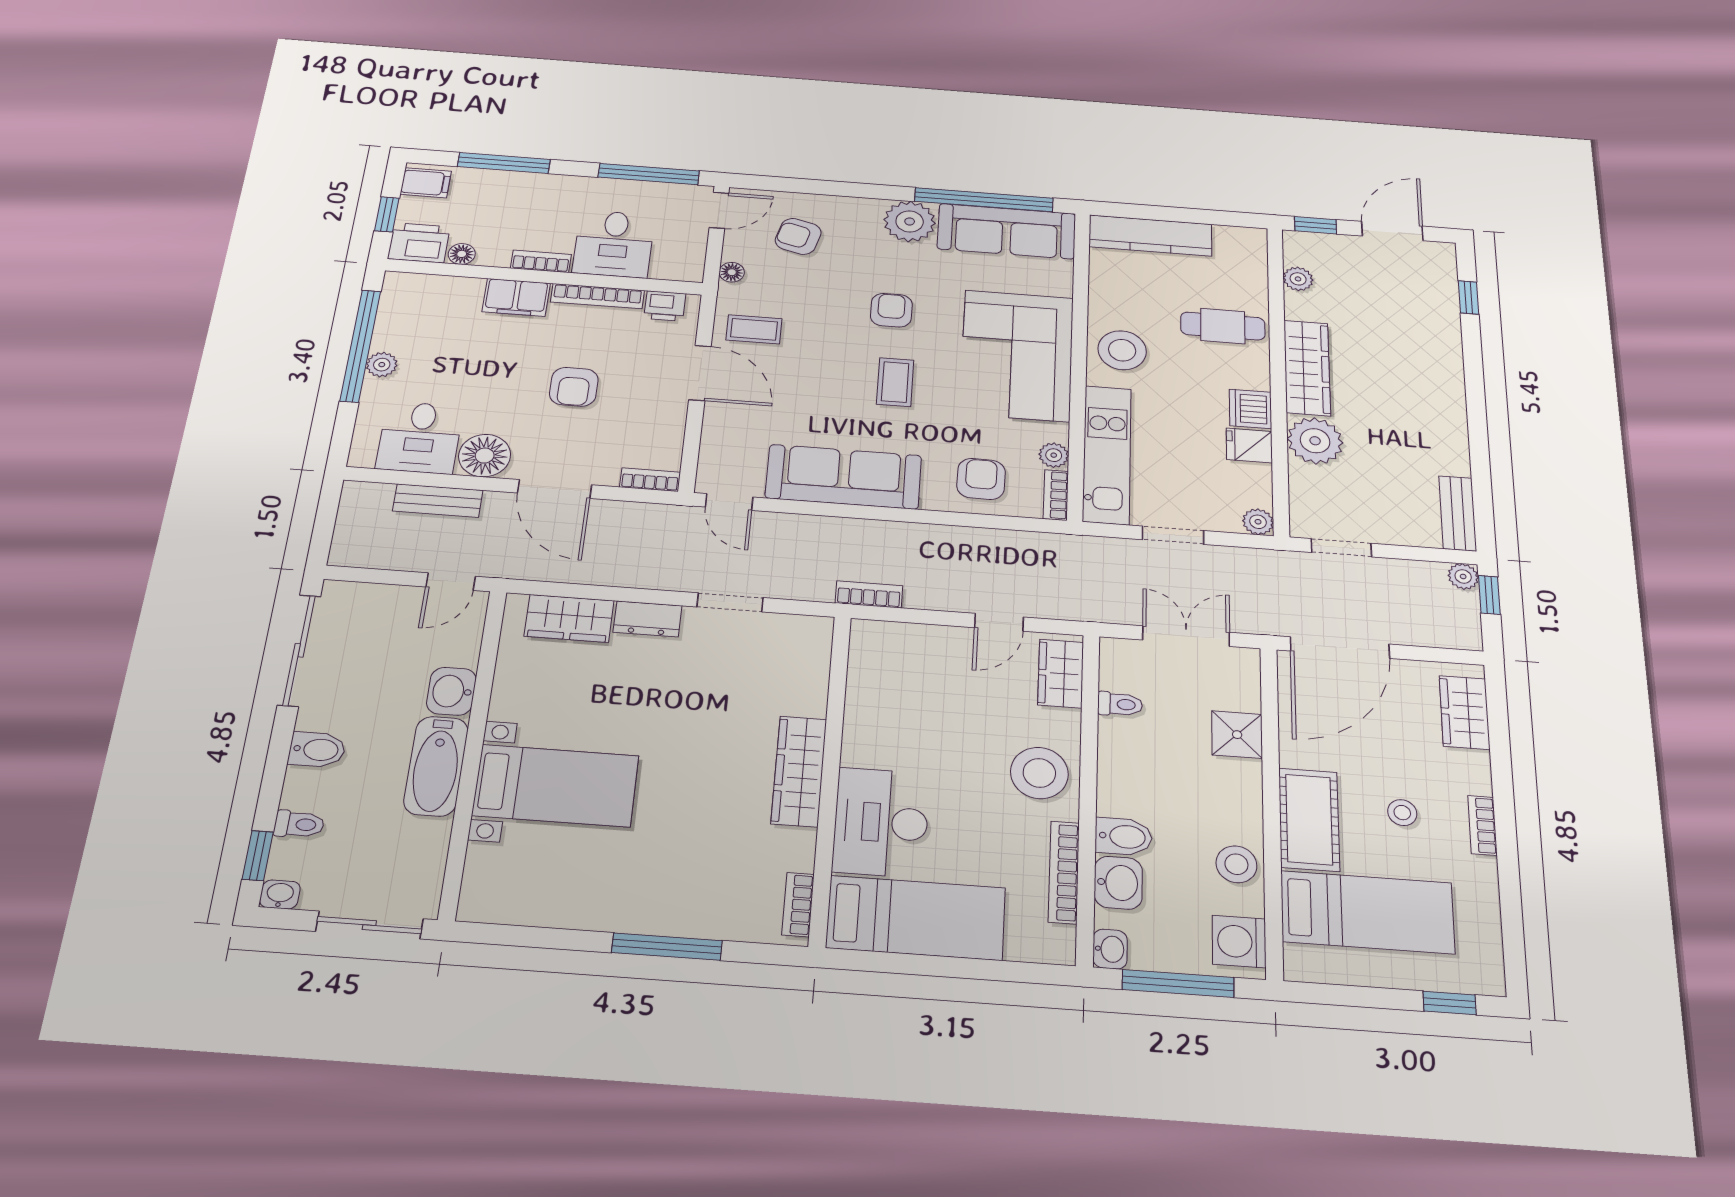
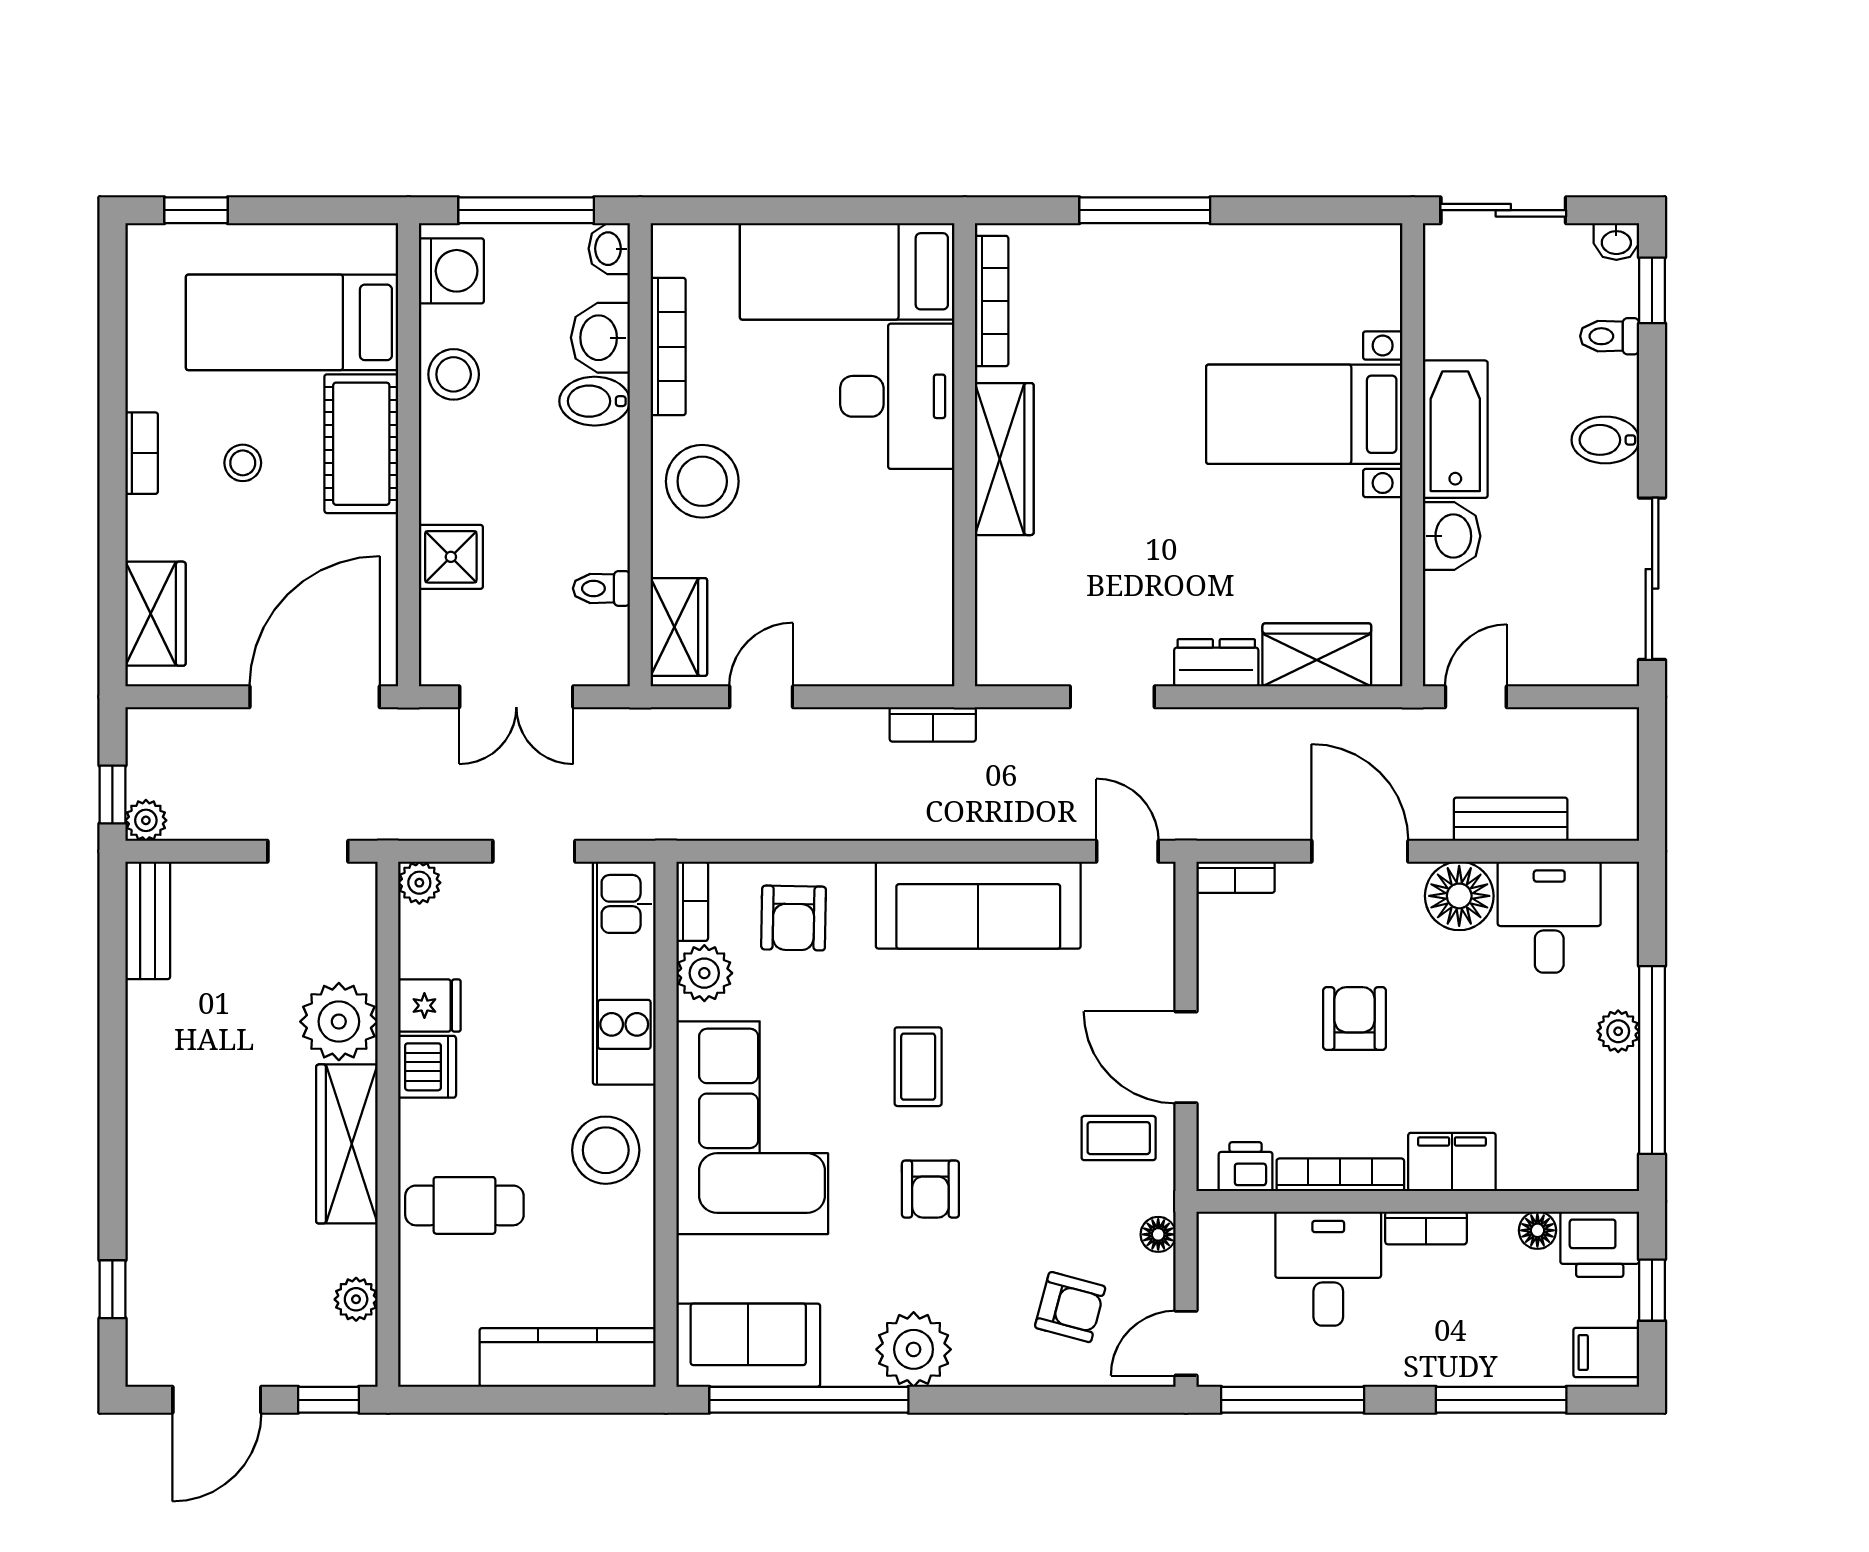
sofa: (1007, 231) -> (748, 1345), width x0.74
plant: (1054, 455) -> (704, 973), width x1.38, depth x1.38
bookcase: (798, 905) -> (992, 301), width x1.56

